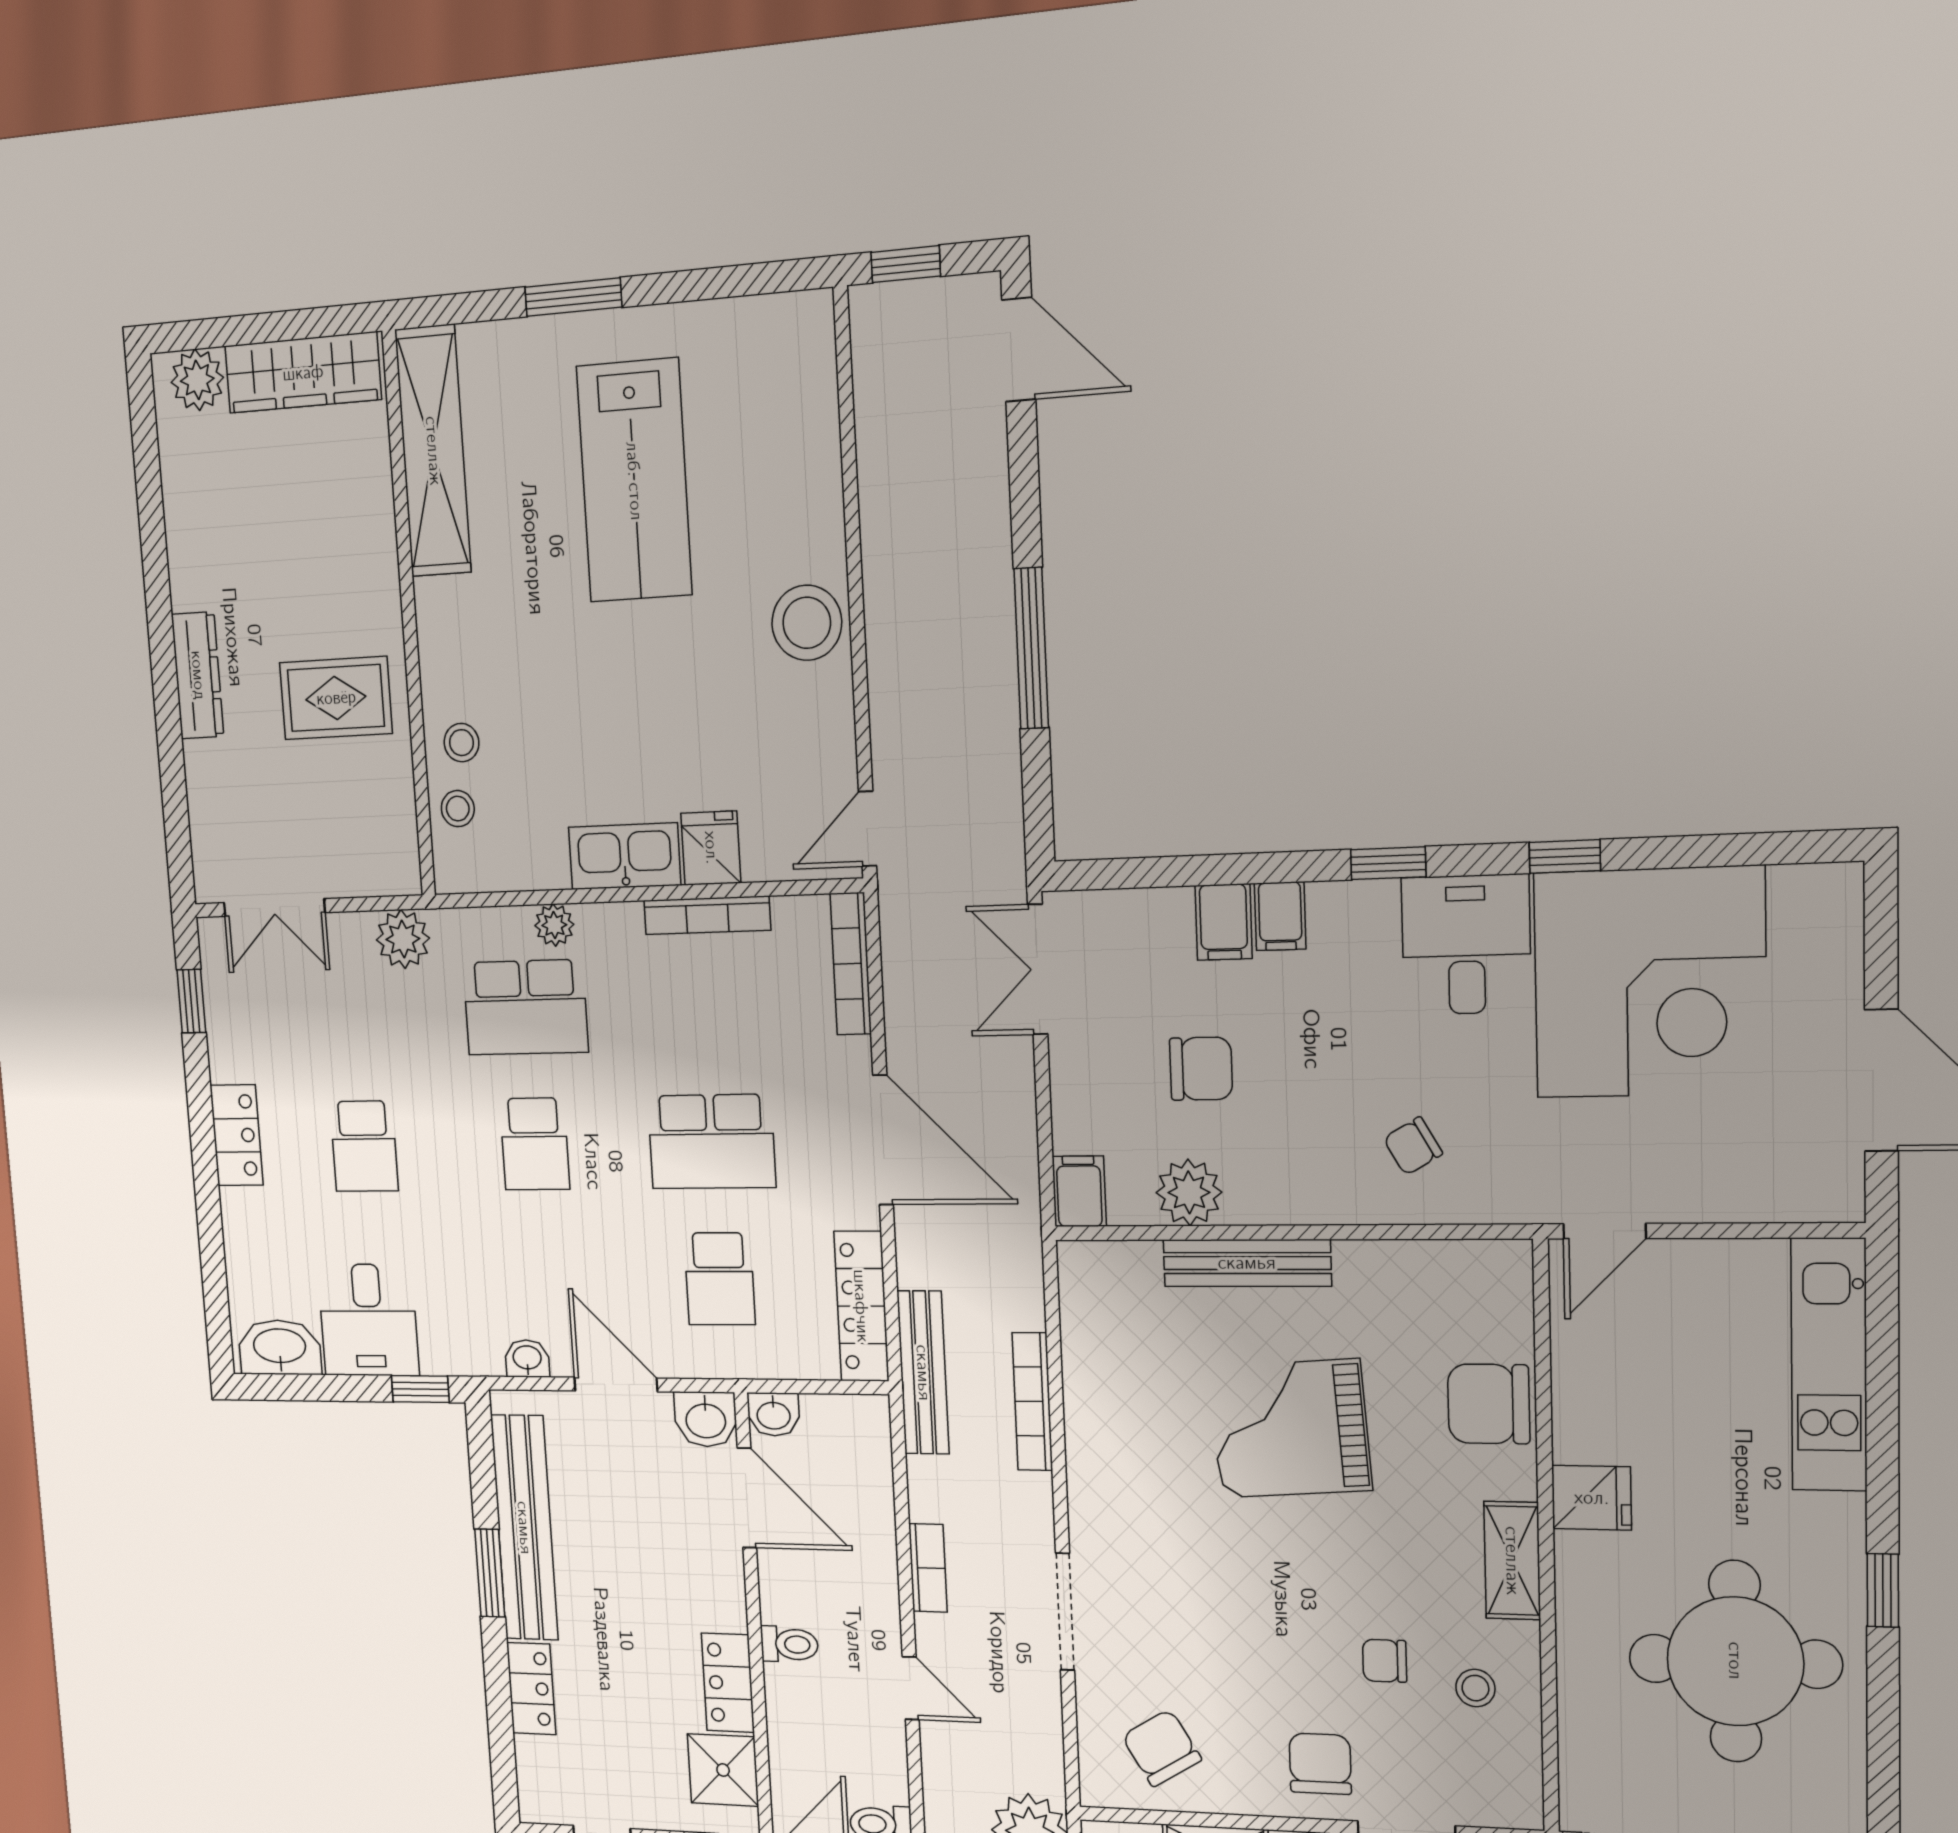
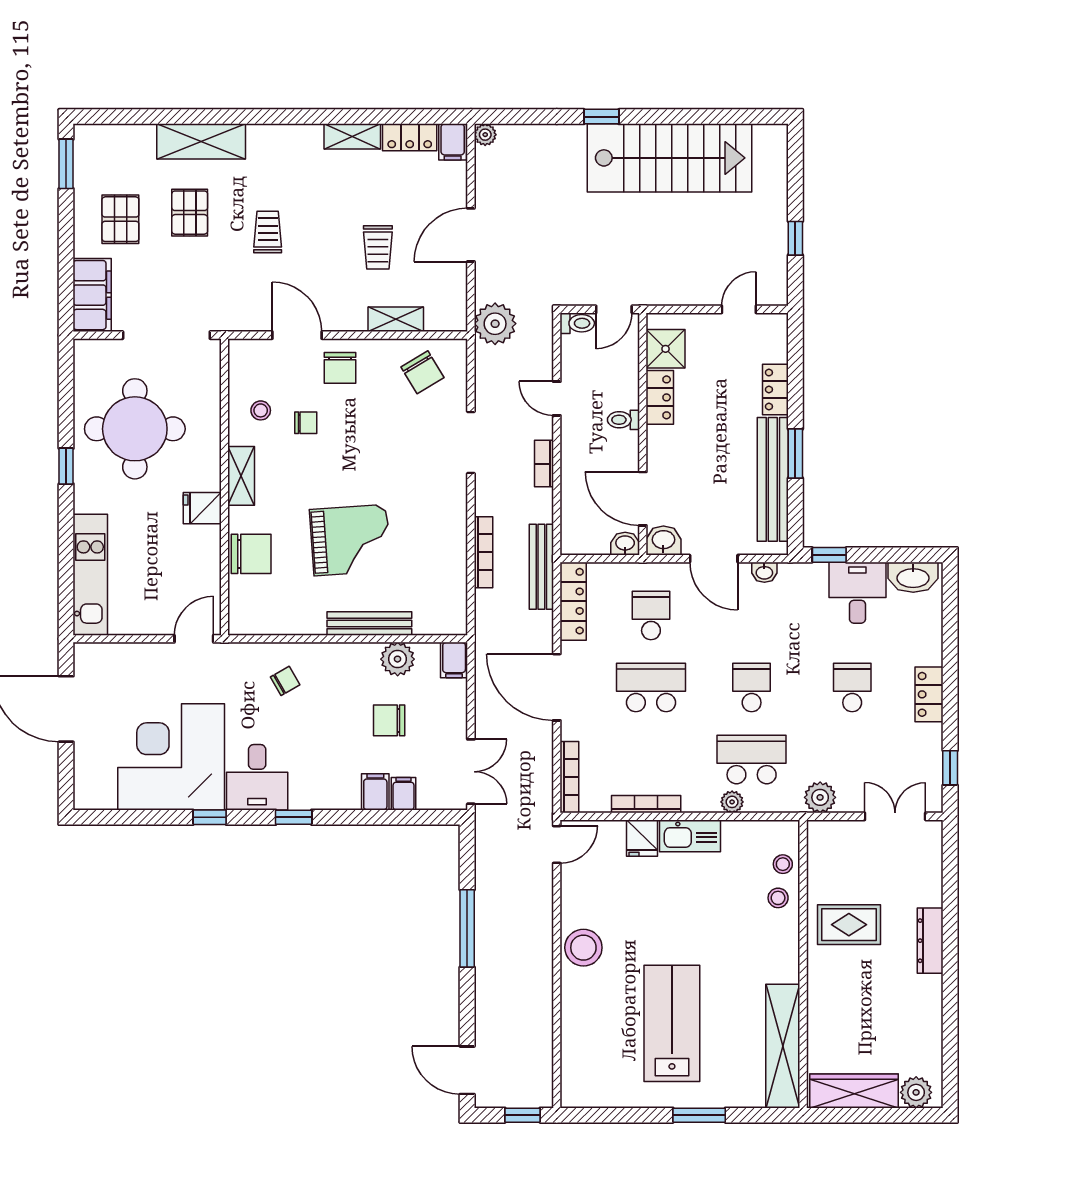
filing cabinet: (1280, 916) -> (403, 794), moved

